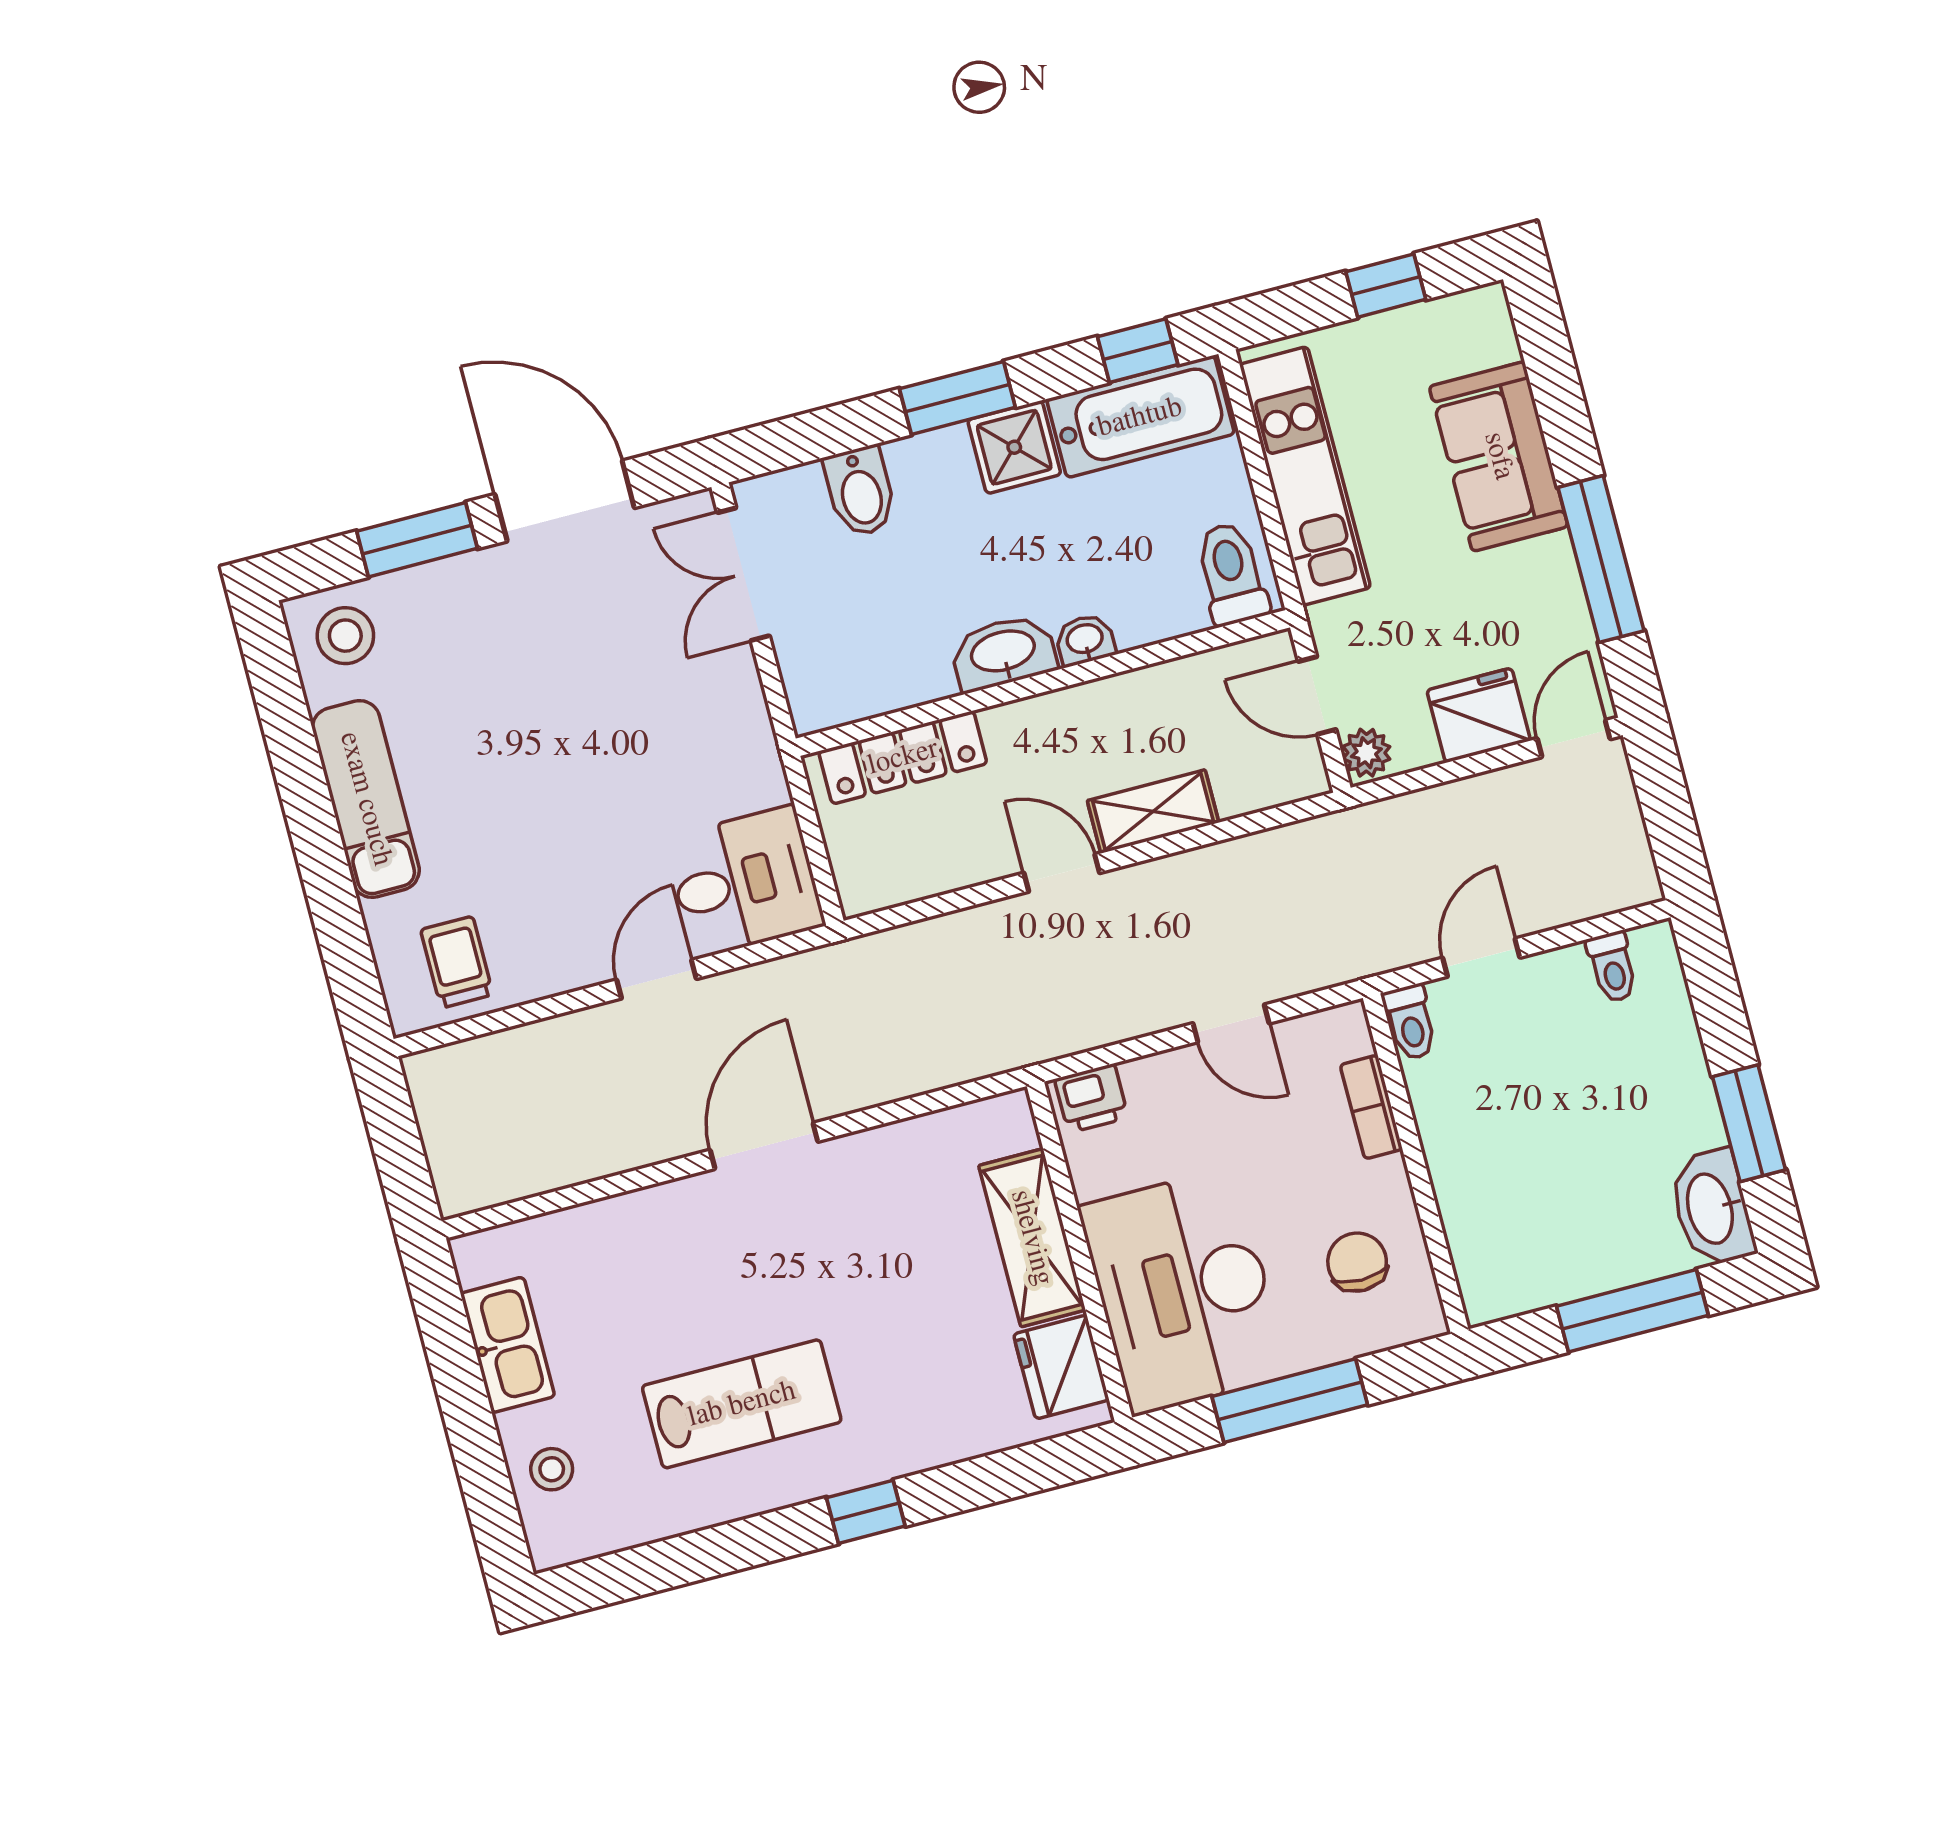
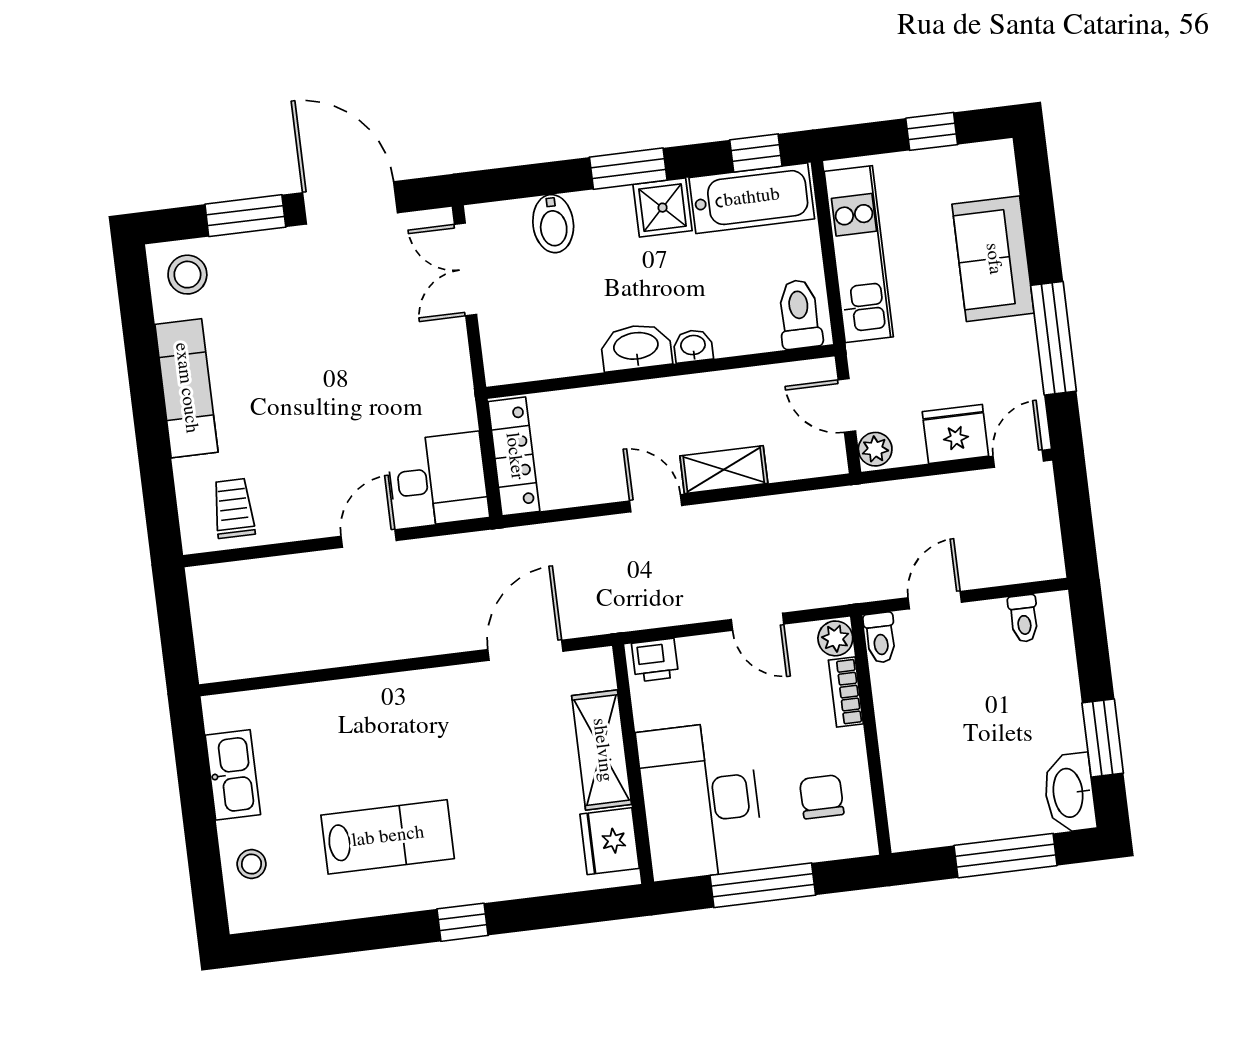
locker: (903, 757) -> (514, 456), moved, turned -90
plant: (1346, 1032) -> (835, 638), added
door: (764, 1146) -> (525, 650), moved

